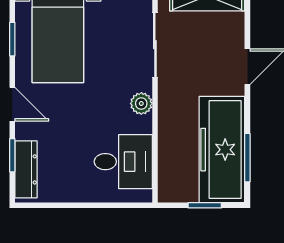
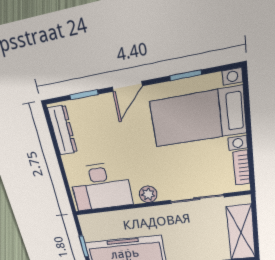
desk: (123, 162) -> (101, 187), width x1.37
dresser: (26, 169) -> (63, 130), moved, turned -90

